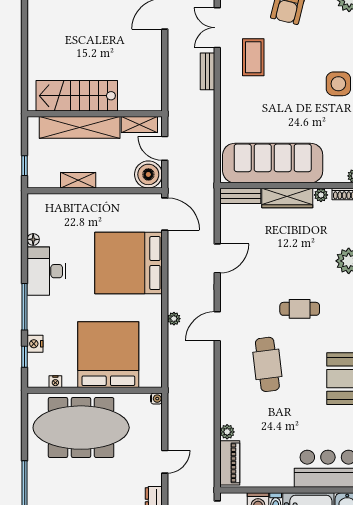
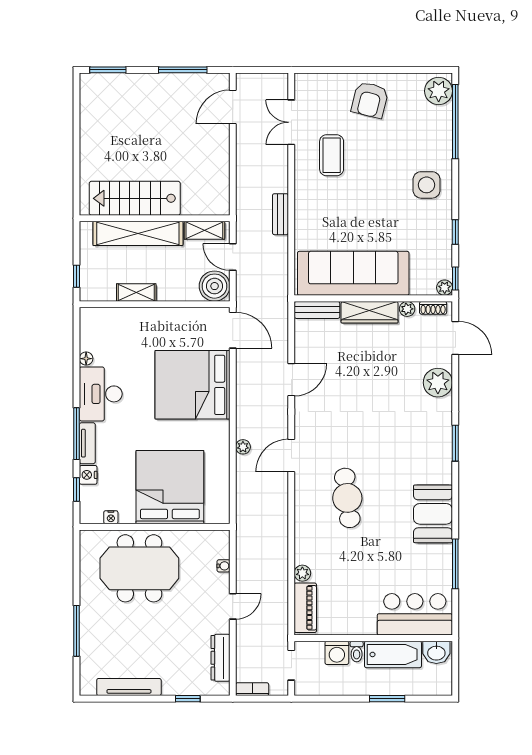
bench: (207, 71) -> (280, 214), moved
cafe table: (300, 309) -> (383, 436), removed
tv unit: (34, 315) -> (87, 443), added
water cooler: (156, 399) -> (223, 566), moved
meeting table: (81, 428) -> (139, 568), width x0.73

